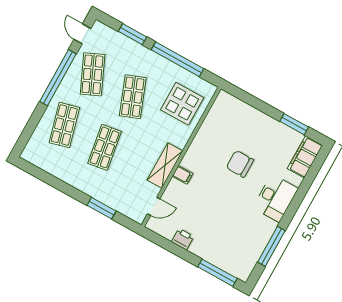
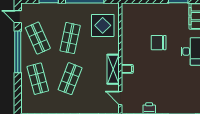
shop shelf: (133, 97) -> (70, 38), turned 33
shop shelf: (105, 147) -> (70, 79), turned 30
door: (154, 206) -> (120, 98), swing flipped

